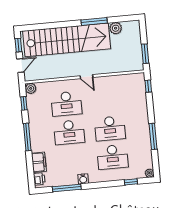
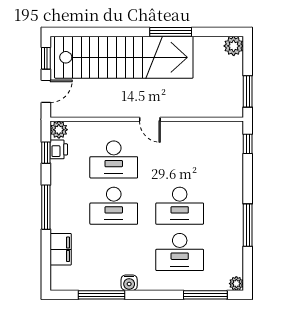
plant: (116, 28) -> (234, 46), moved
printer: (39, 179) -> (59, 149), moved
window: (131, 182) -> (205, 295), width x2.17

